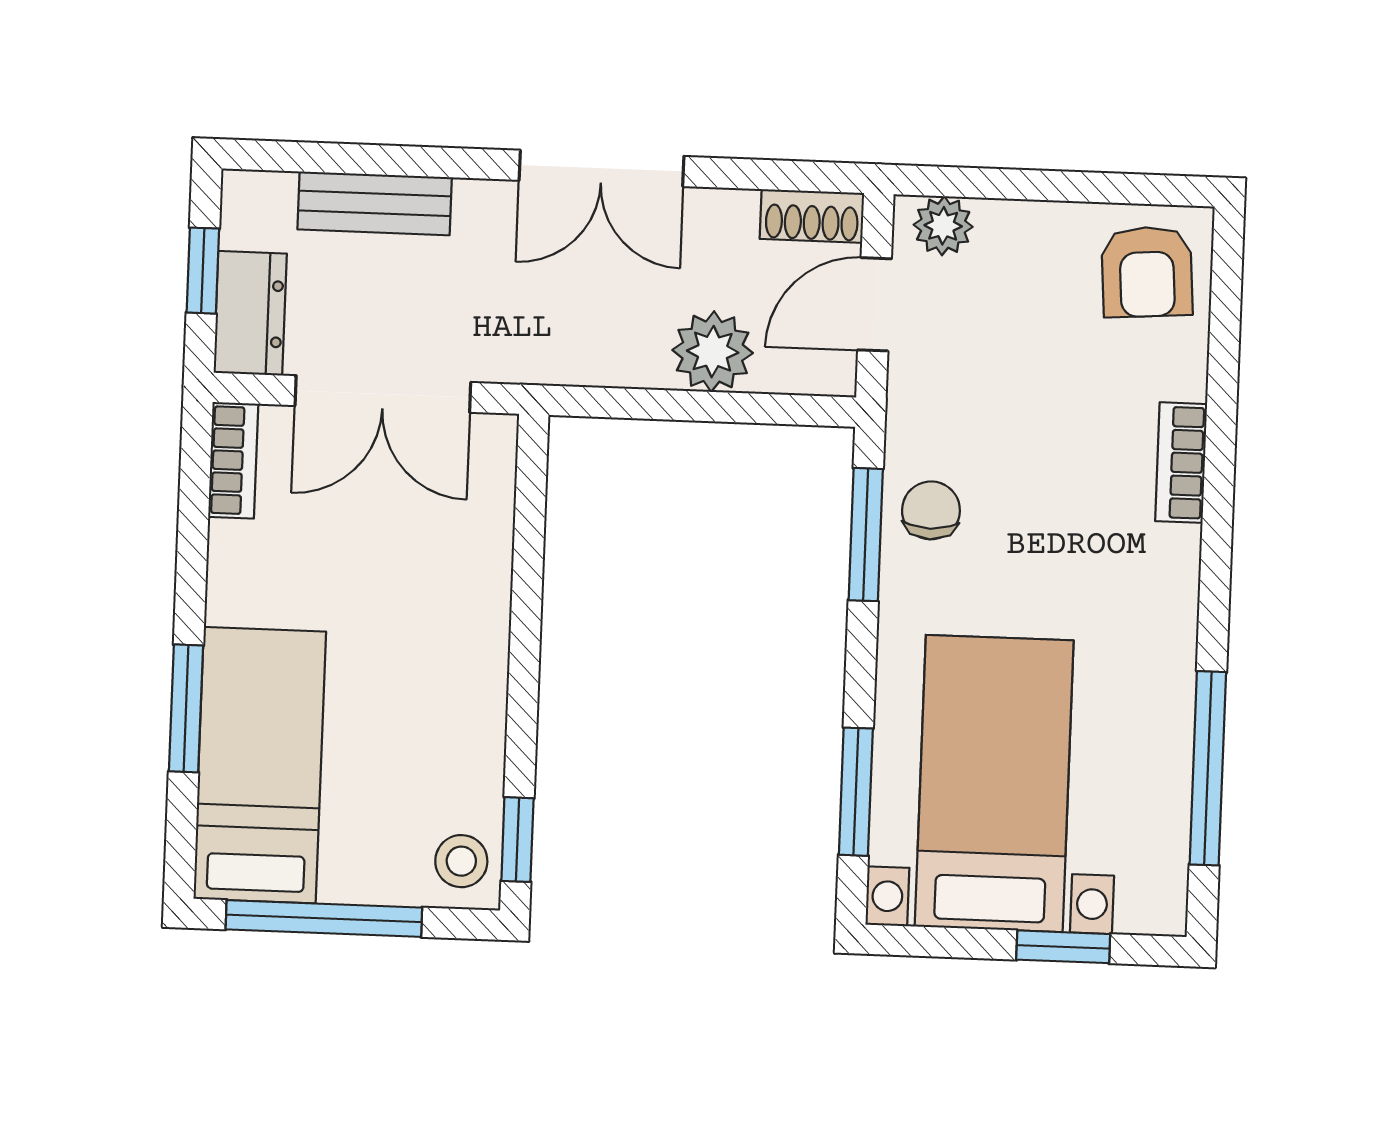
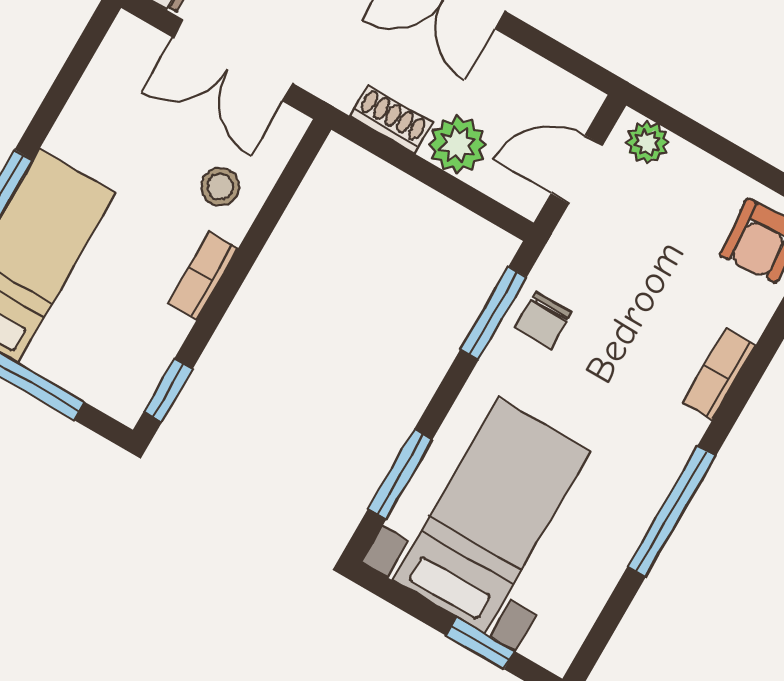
shoe rack: (812, 216) -> (391, 119), moved, turned 180
bookcase: (233, 460) -> (203, 276), moved, turned 180
chair: (931, 510) -> (543, 320), turned 180
window: (1208, 768) -> (672, 511), moved
stool: (461, 861) -> (220, 187), moved

